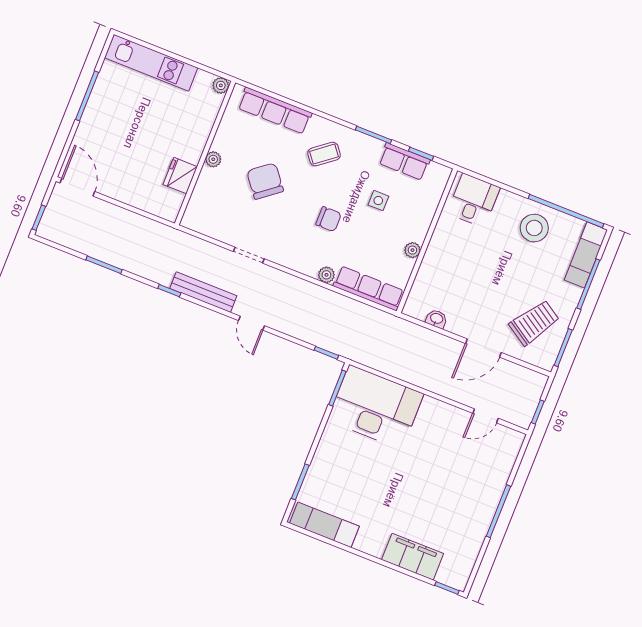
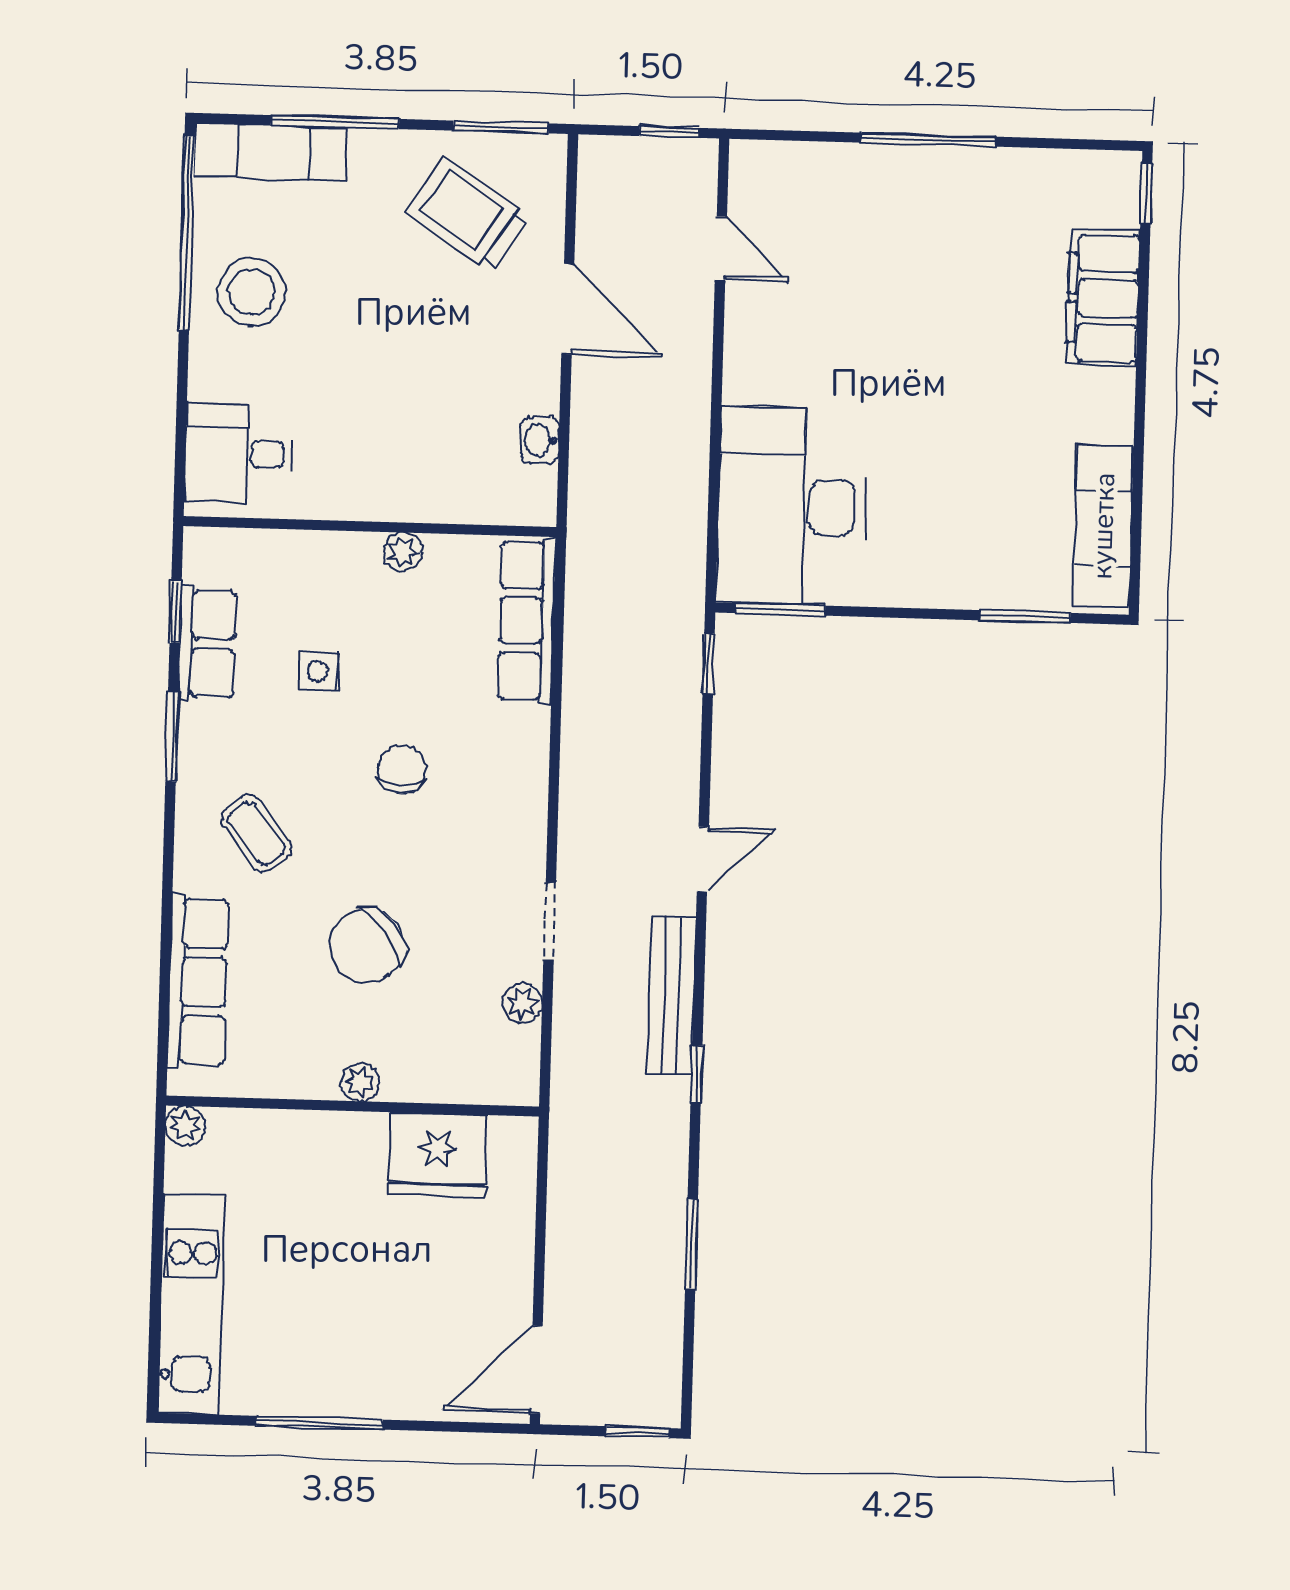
fridge: (180, 176) -> (437, 1155), width x1.36, depth x1.34
plant: (326, 275) -> (522, 1003), moved

